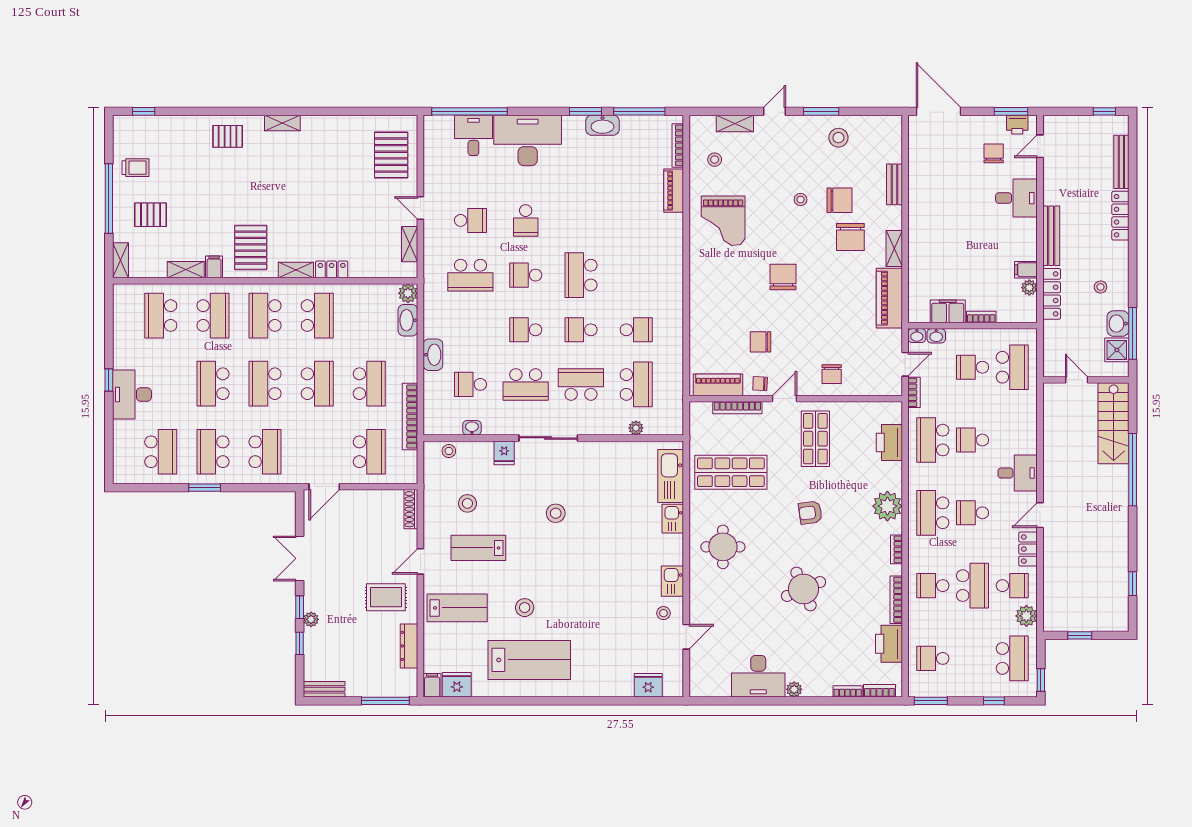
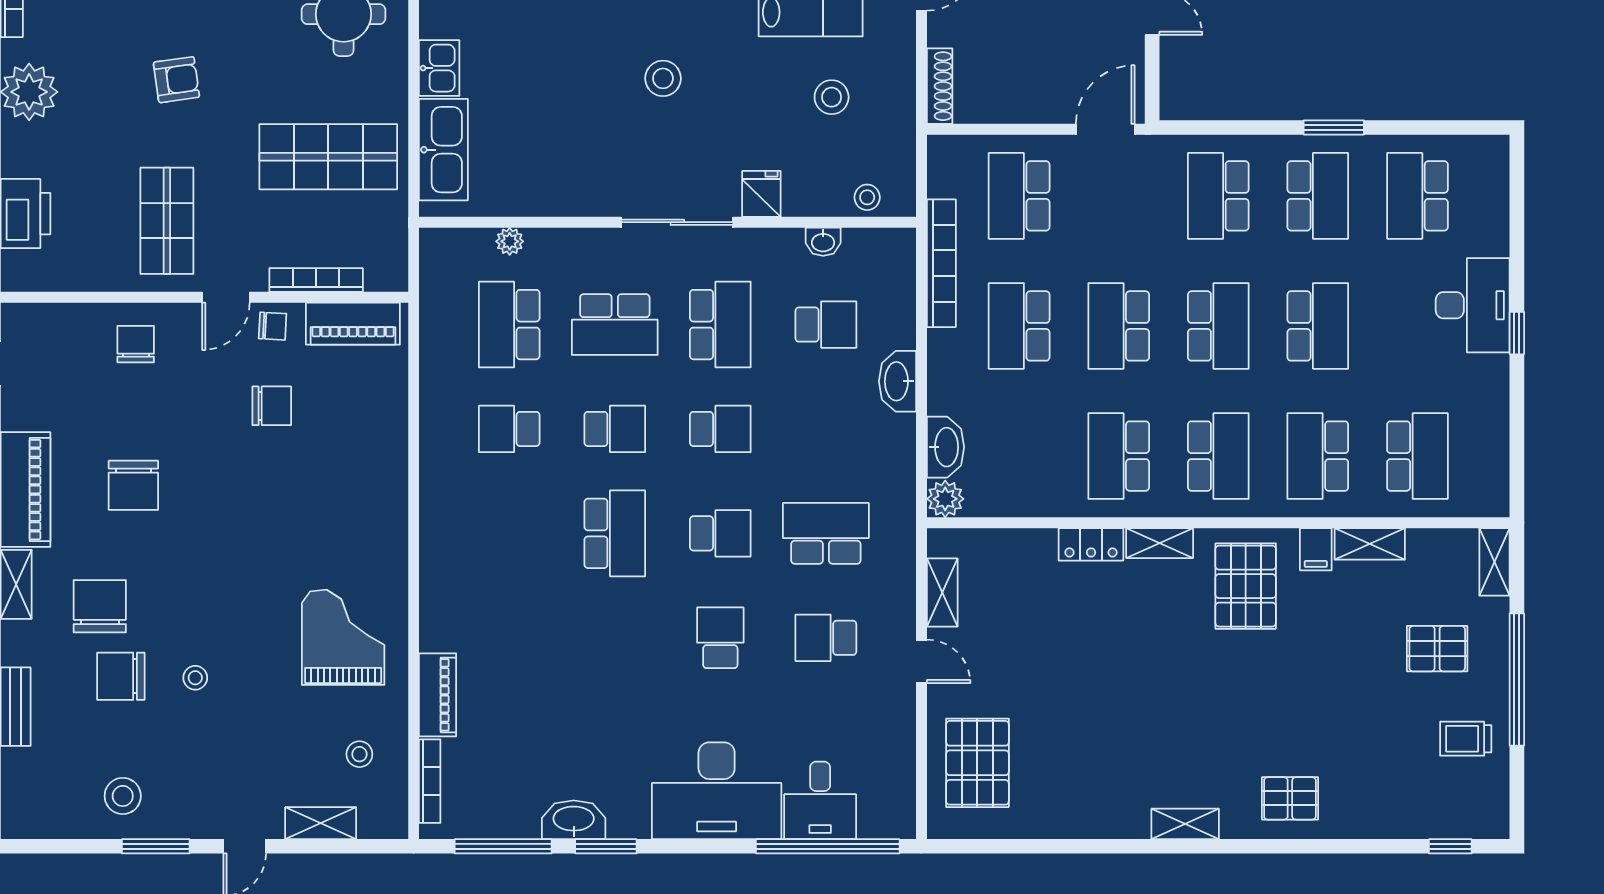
chair: (783, 277) -> (133, 485), moved
school desk: (526, 384) -> (720, 325), turned 90

